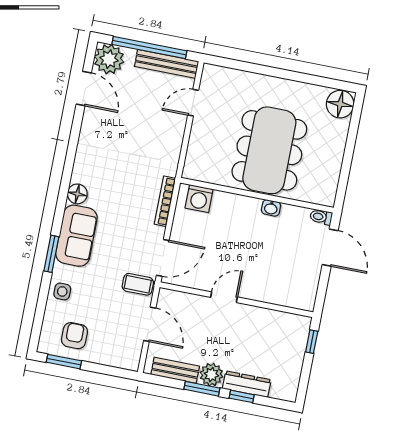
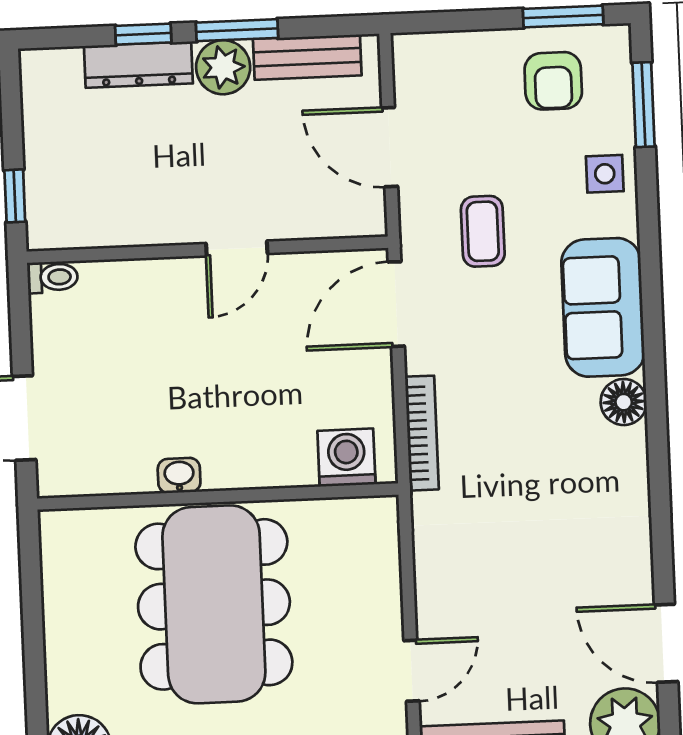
toilet: (321, 217) -> (53, 277), moved
window: (51, 254) -> (643, 105), moved
coffee table: (138, 284) -> (483, 231), moved, turned 90

